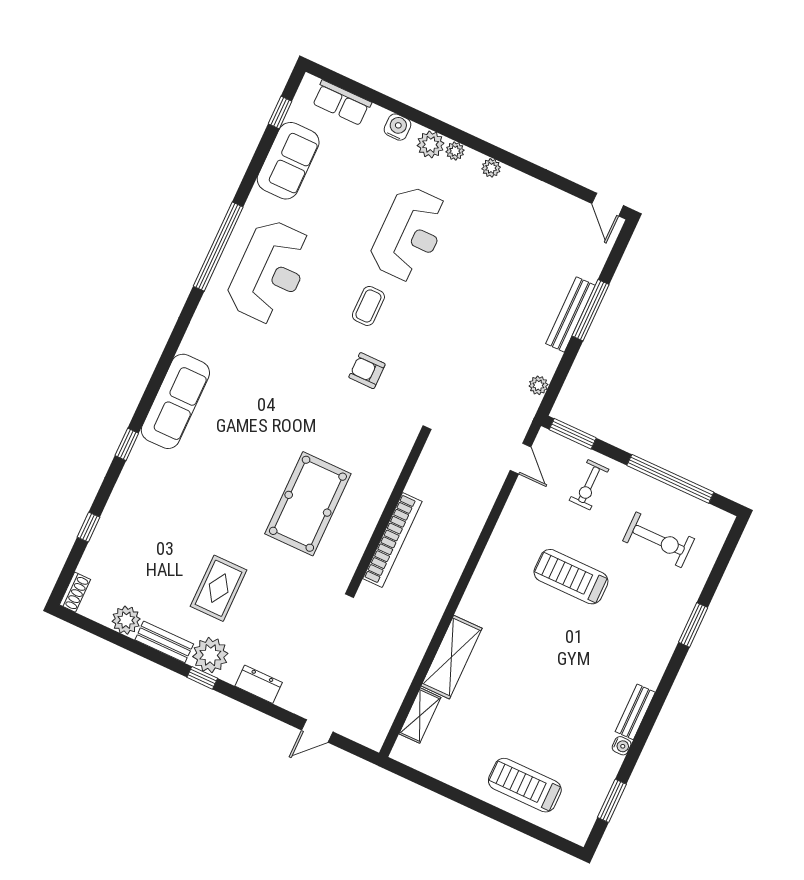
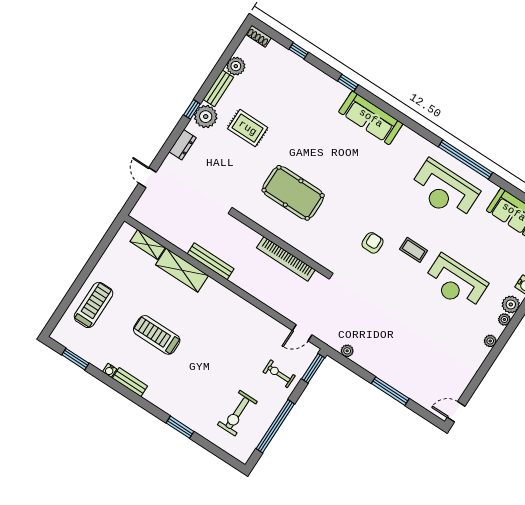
bench: (570, 314) -> (211, 261), moved
bookcase: (392, 540) -> (286, 259), moved
treadmill: (571, 577) -> (157, 335), moved, turned -90

